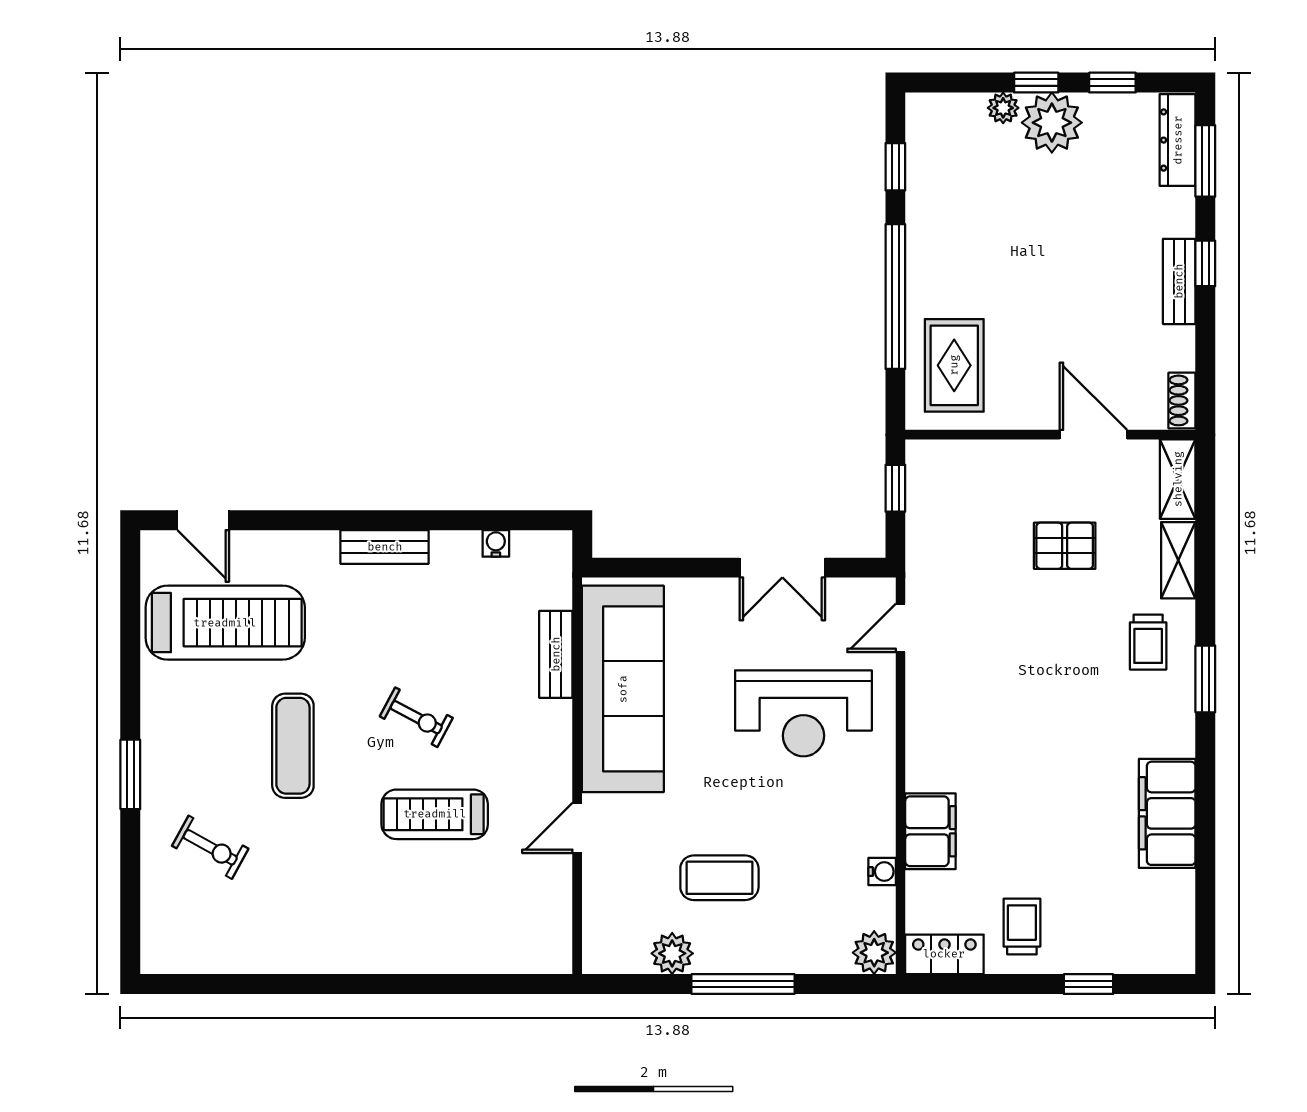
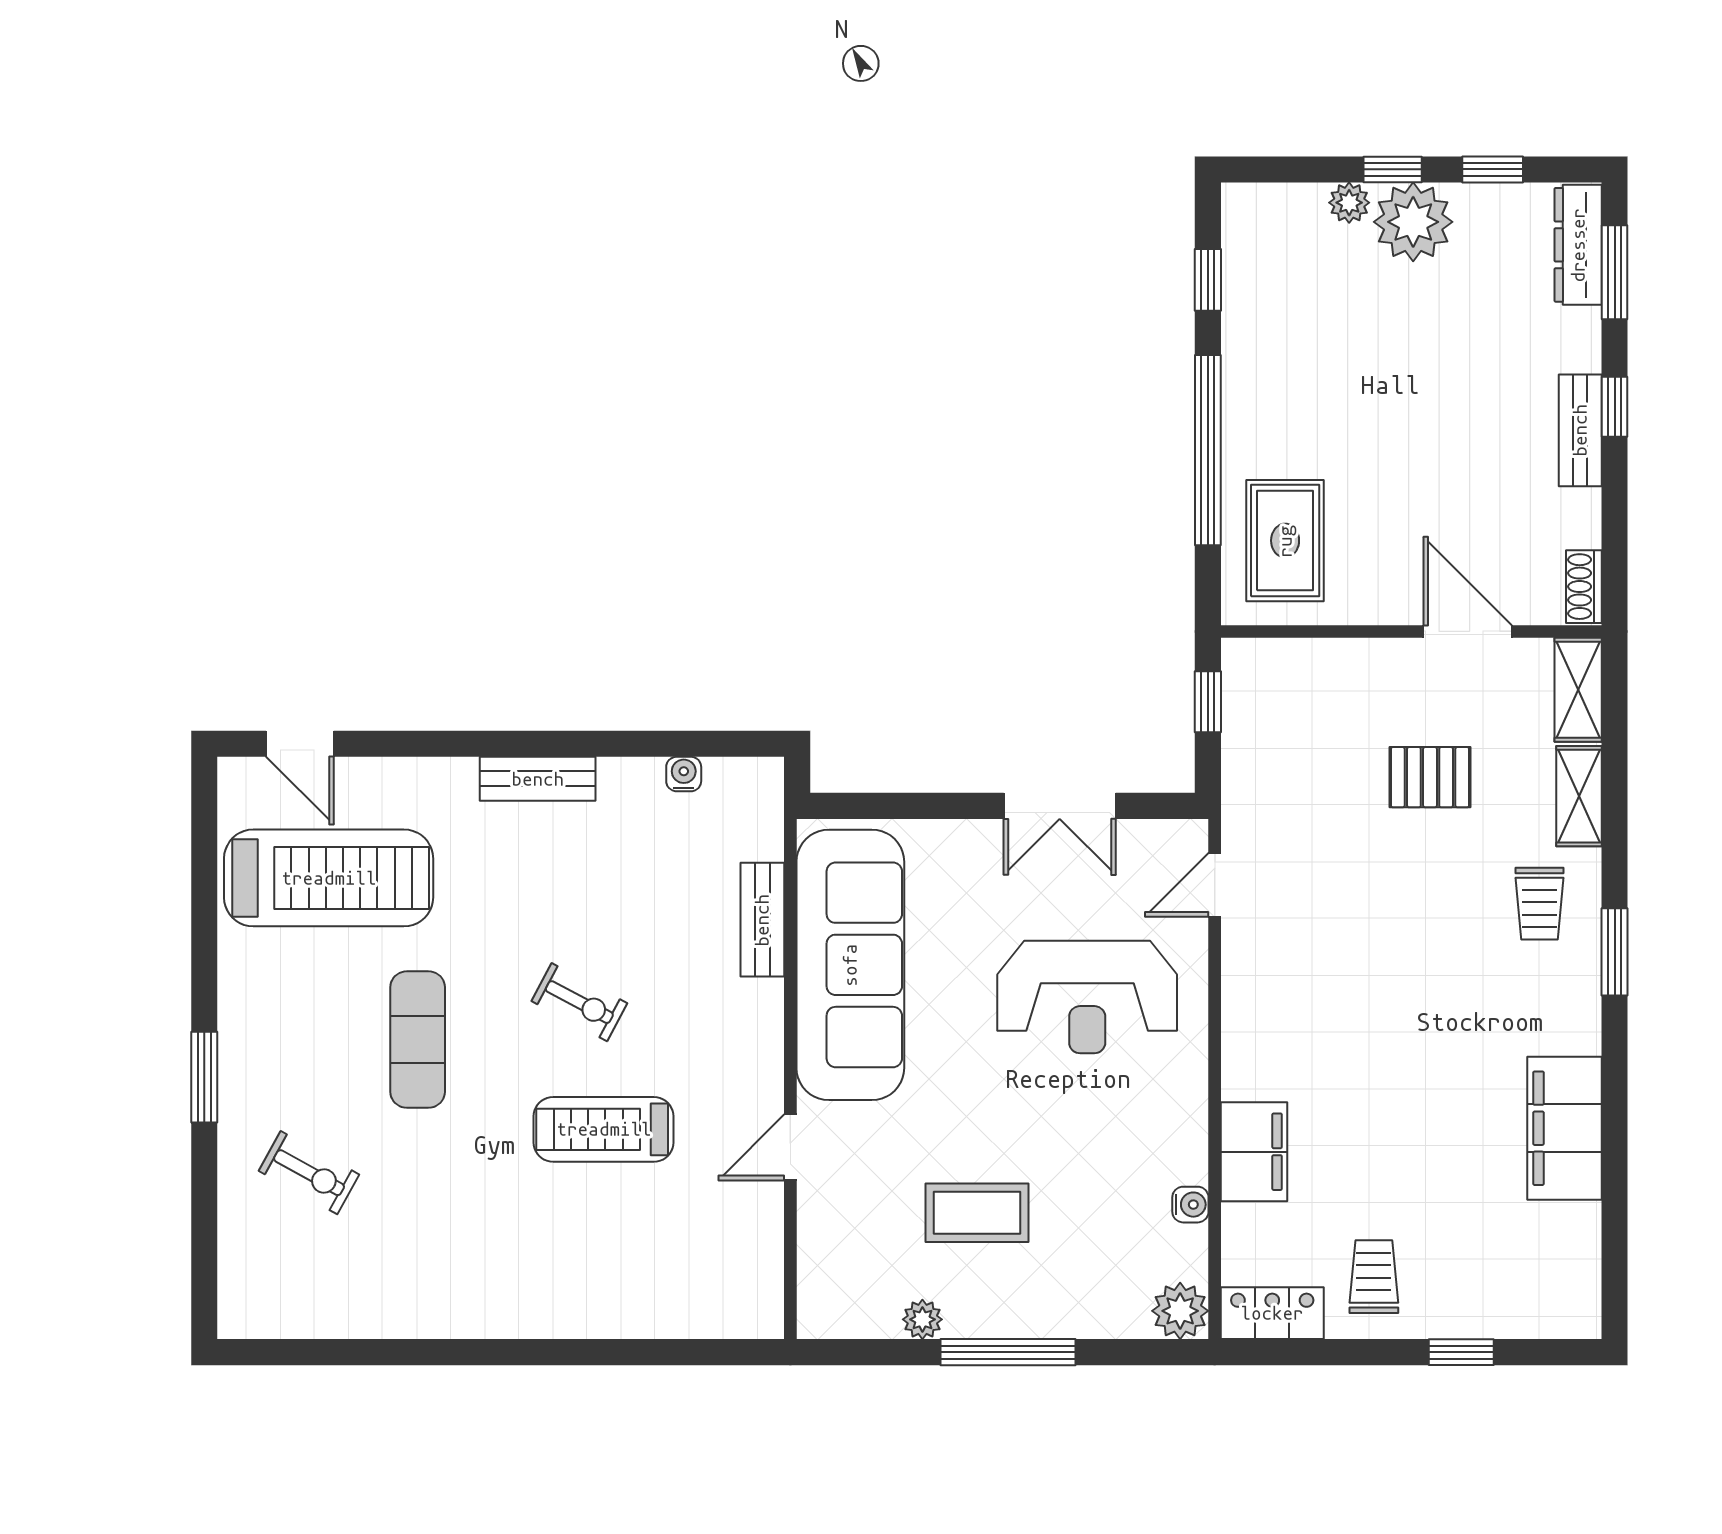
plant: (672, 953) -> (922, 1319), width x0.73, depth x0.73

